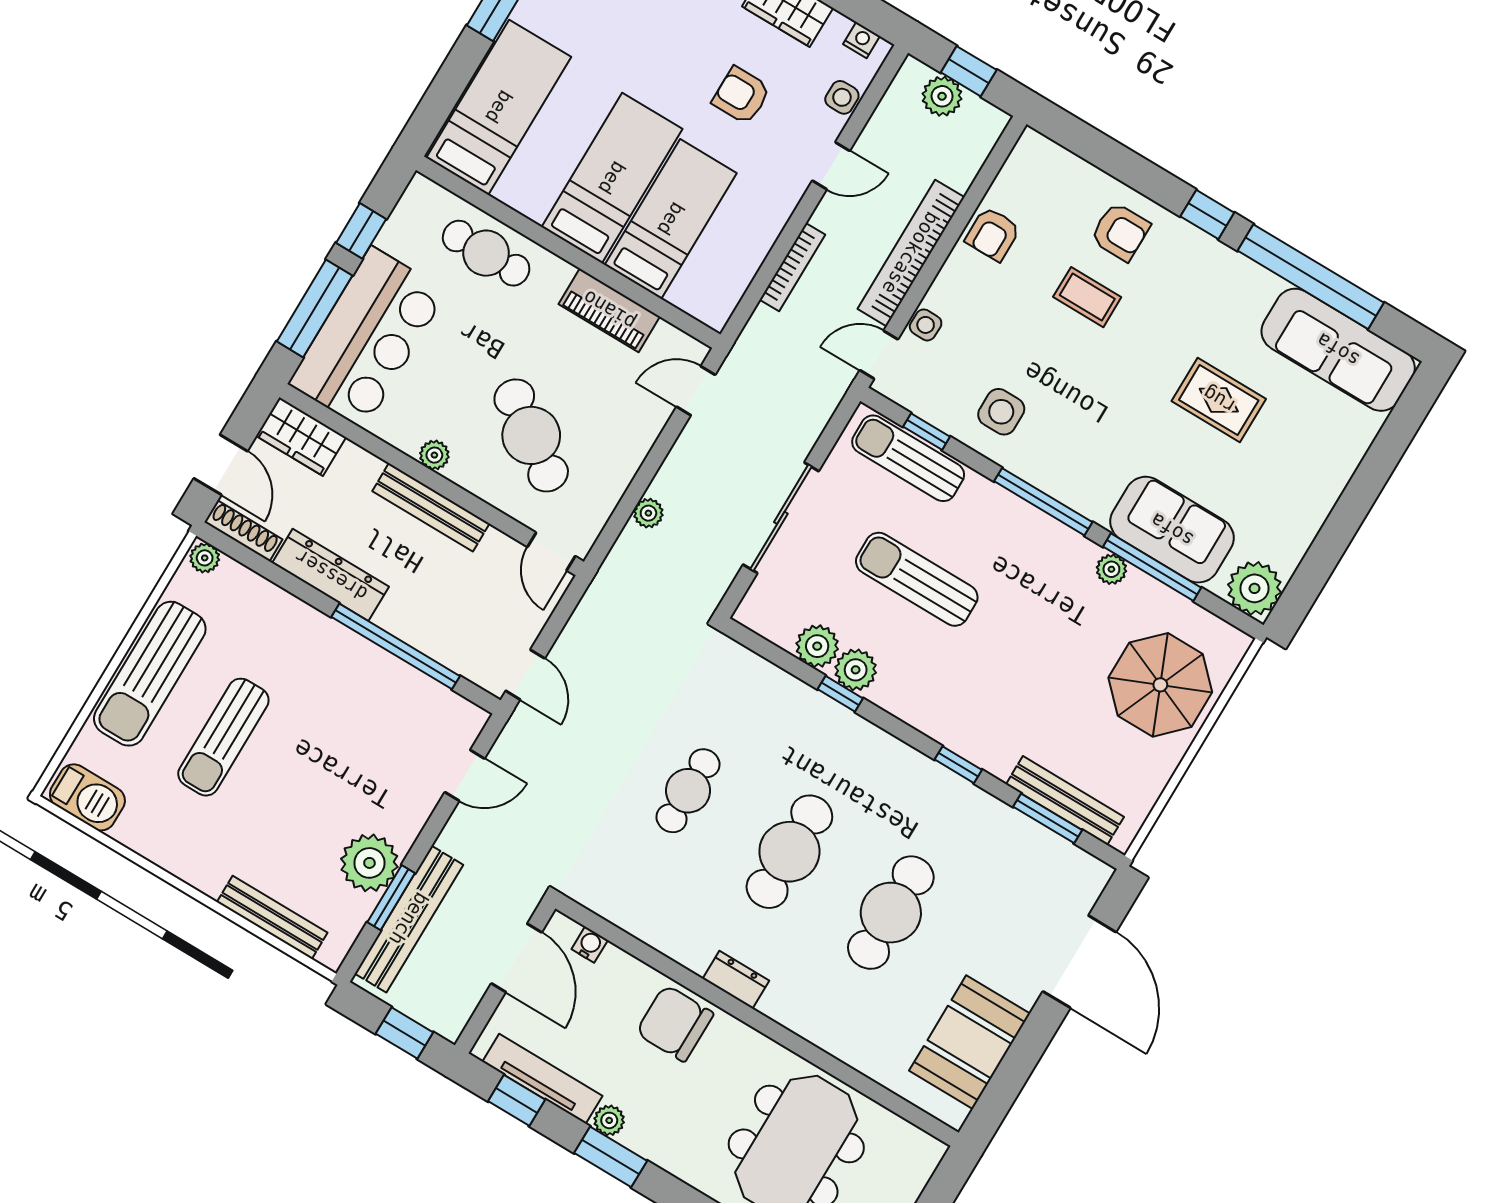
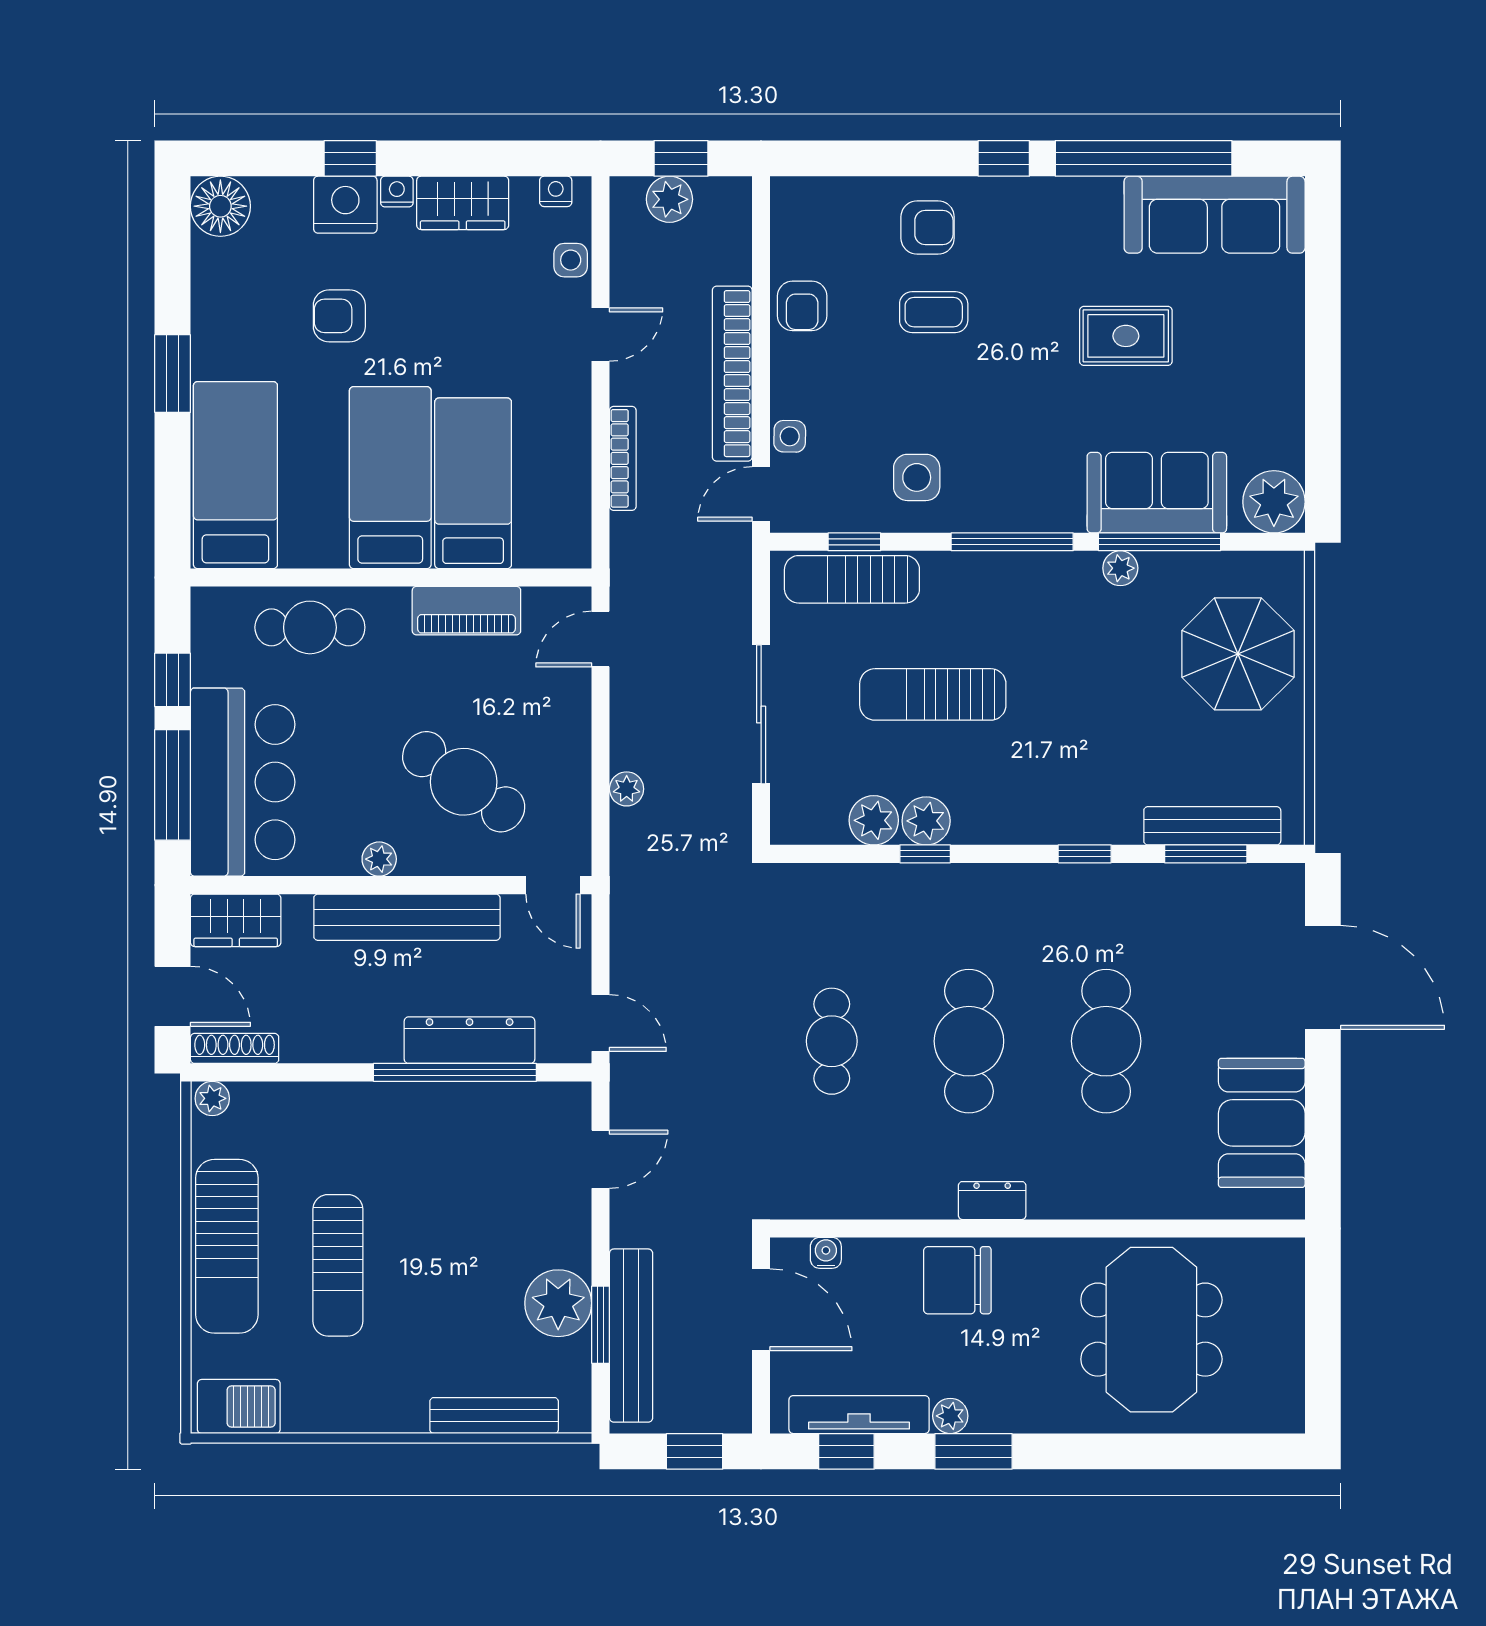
armchair: (741, 95) -> (339, 316), moved
bench: (431, 507) -> (407, 917), width x1.37, depth x1.21
dresser: (331, 575) -> (470, 1040), moved

